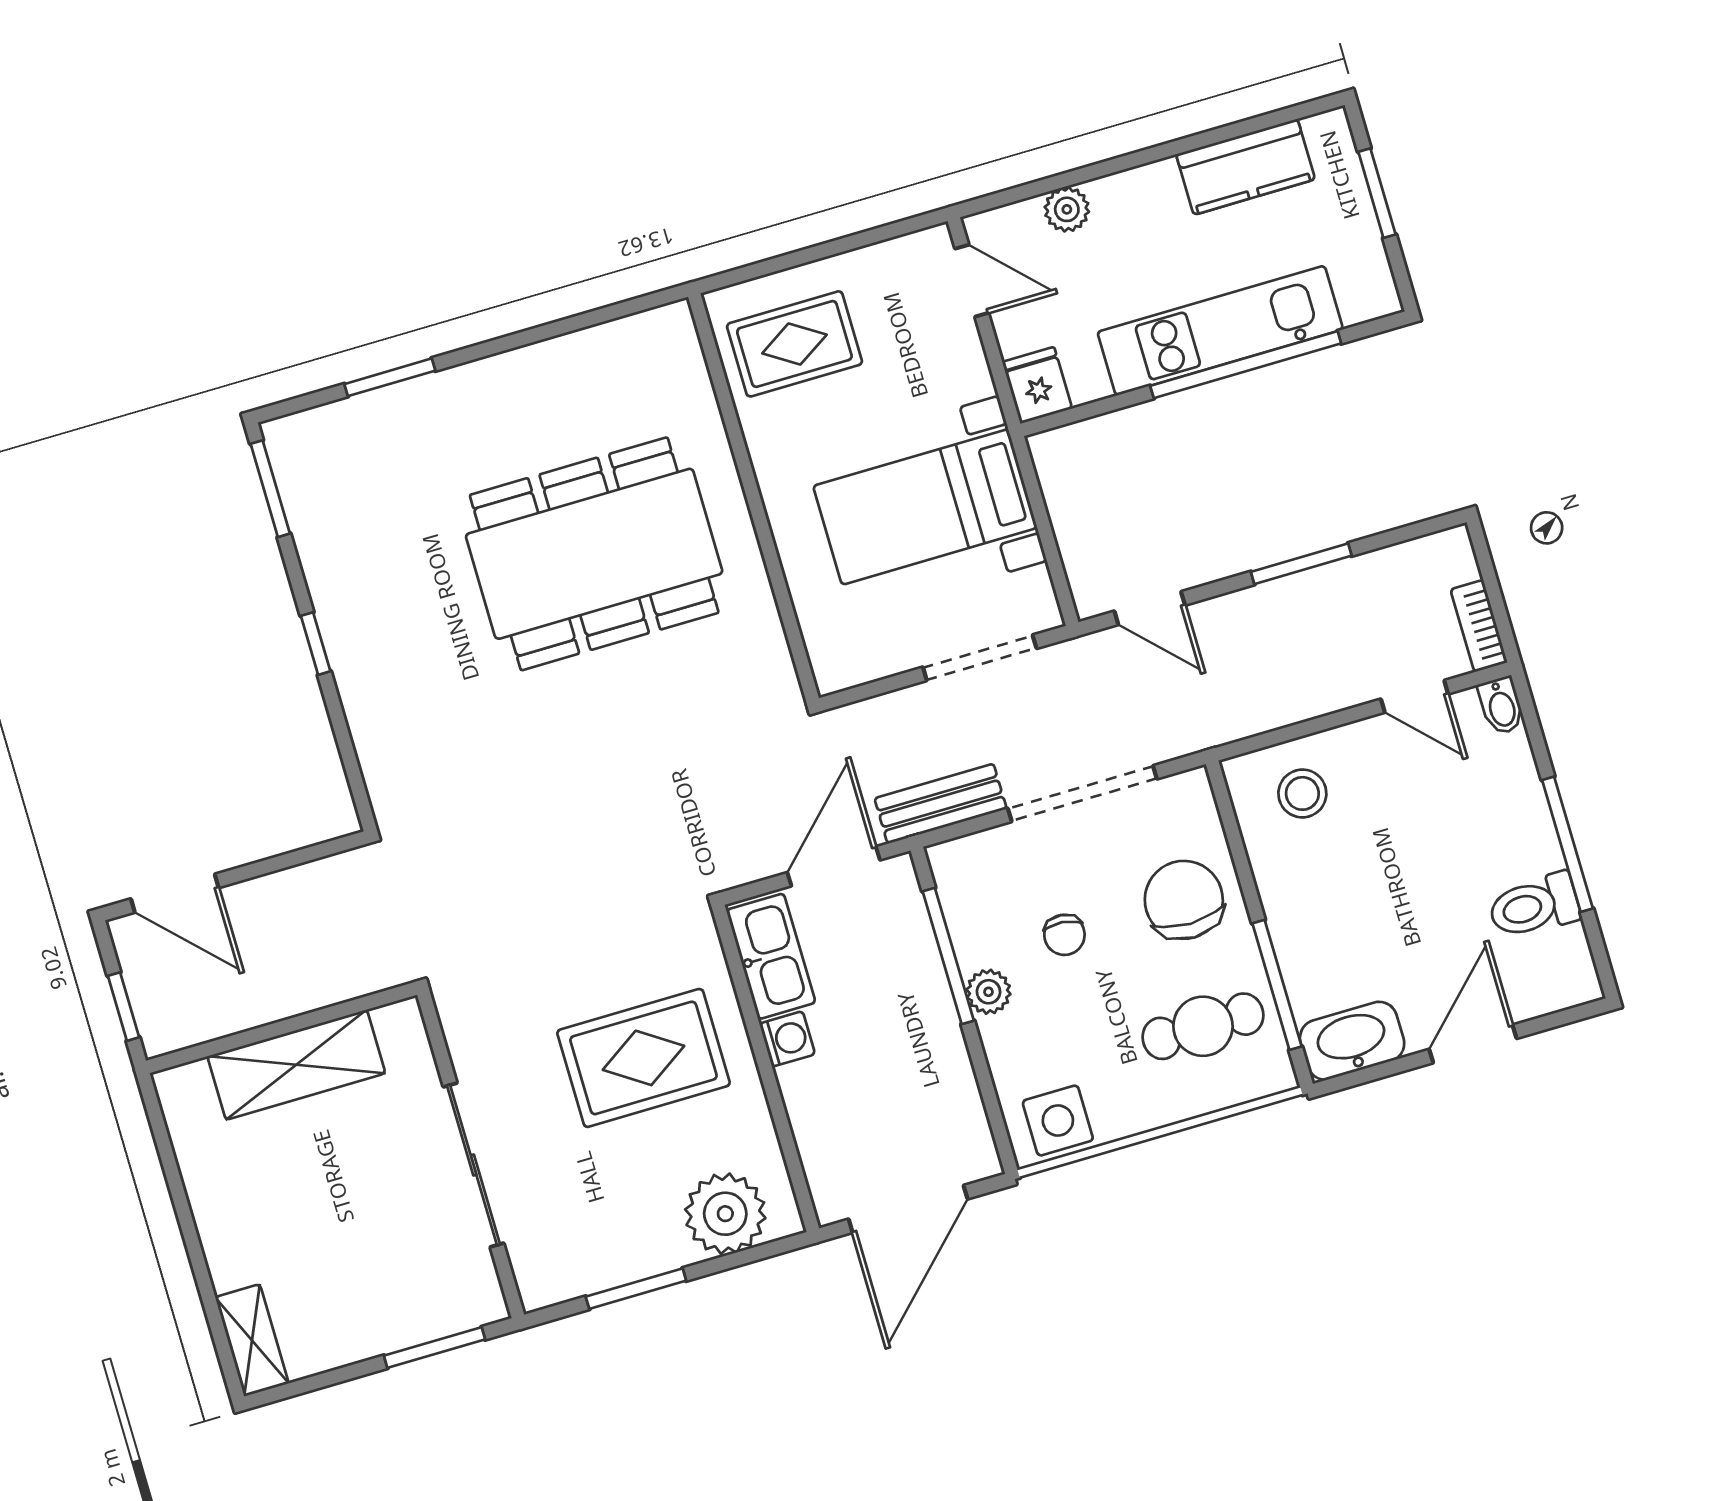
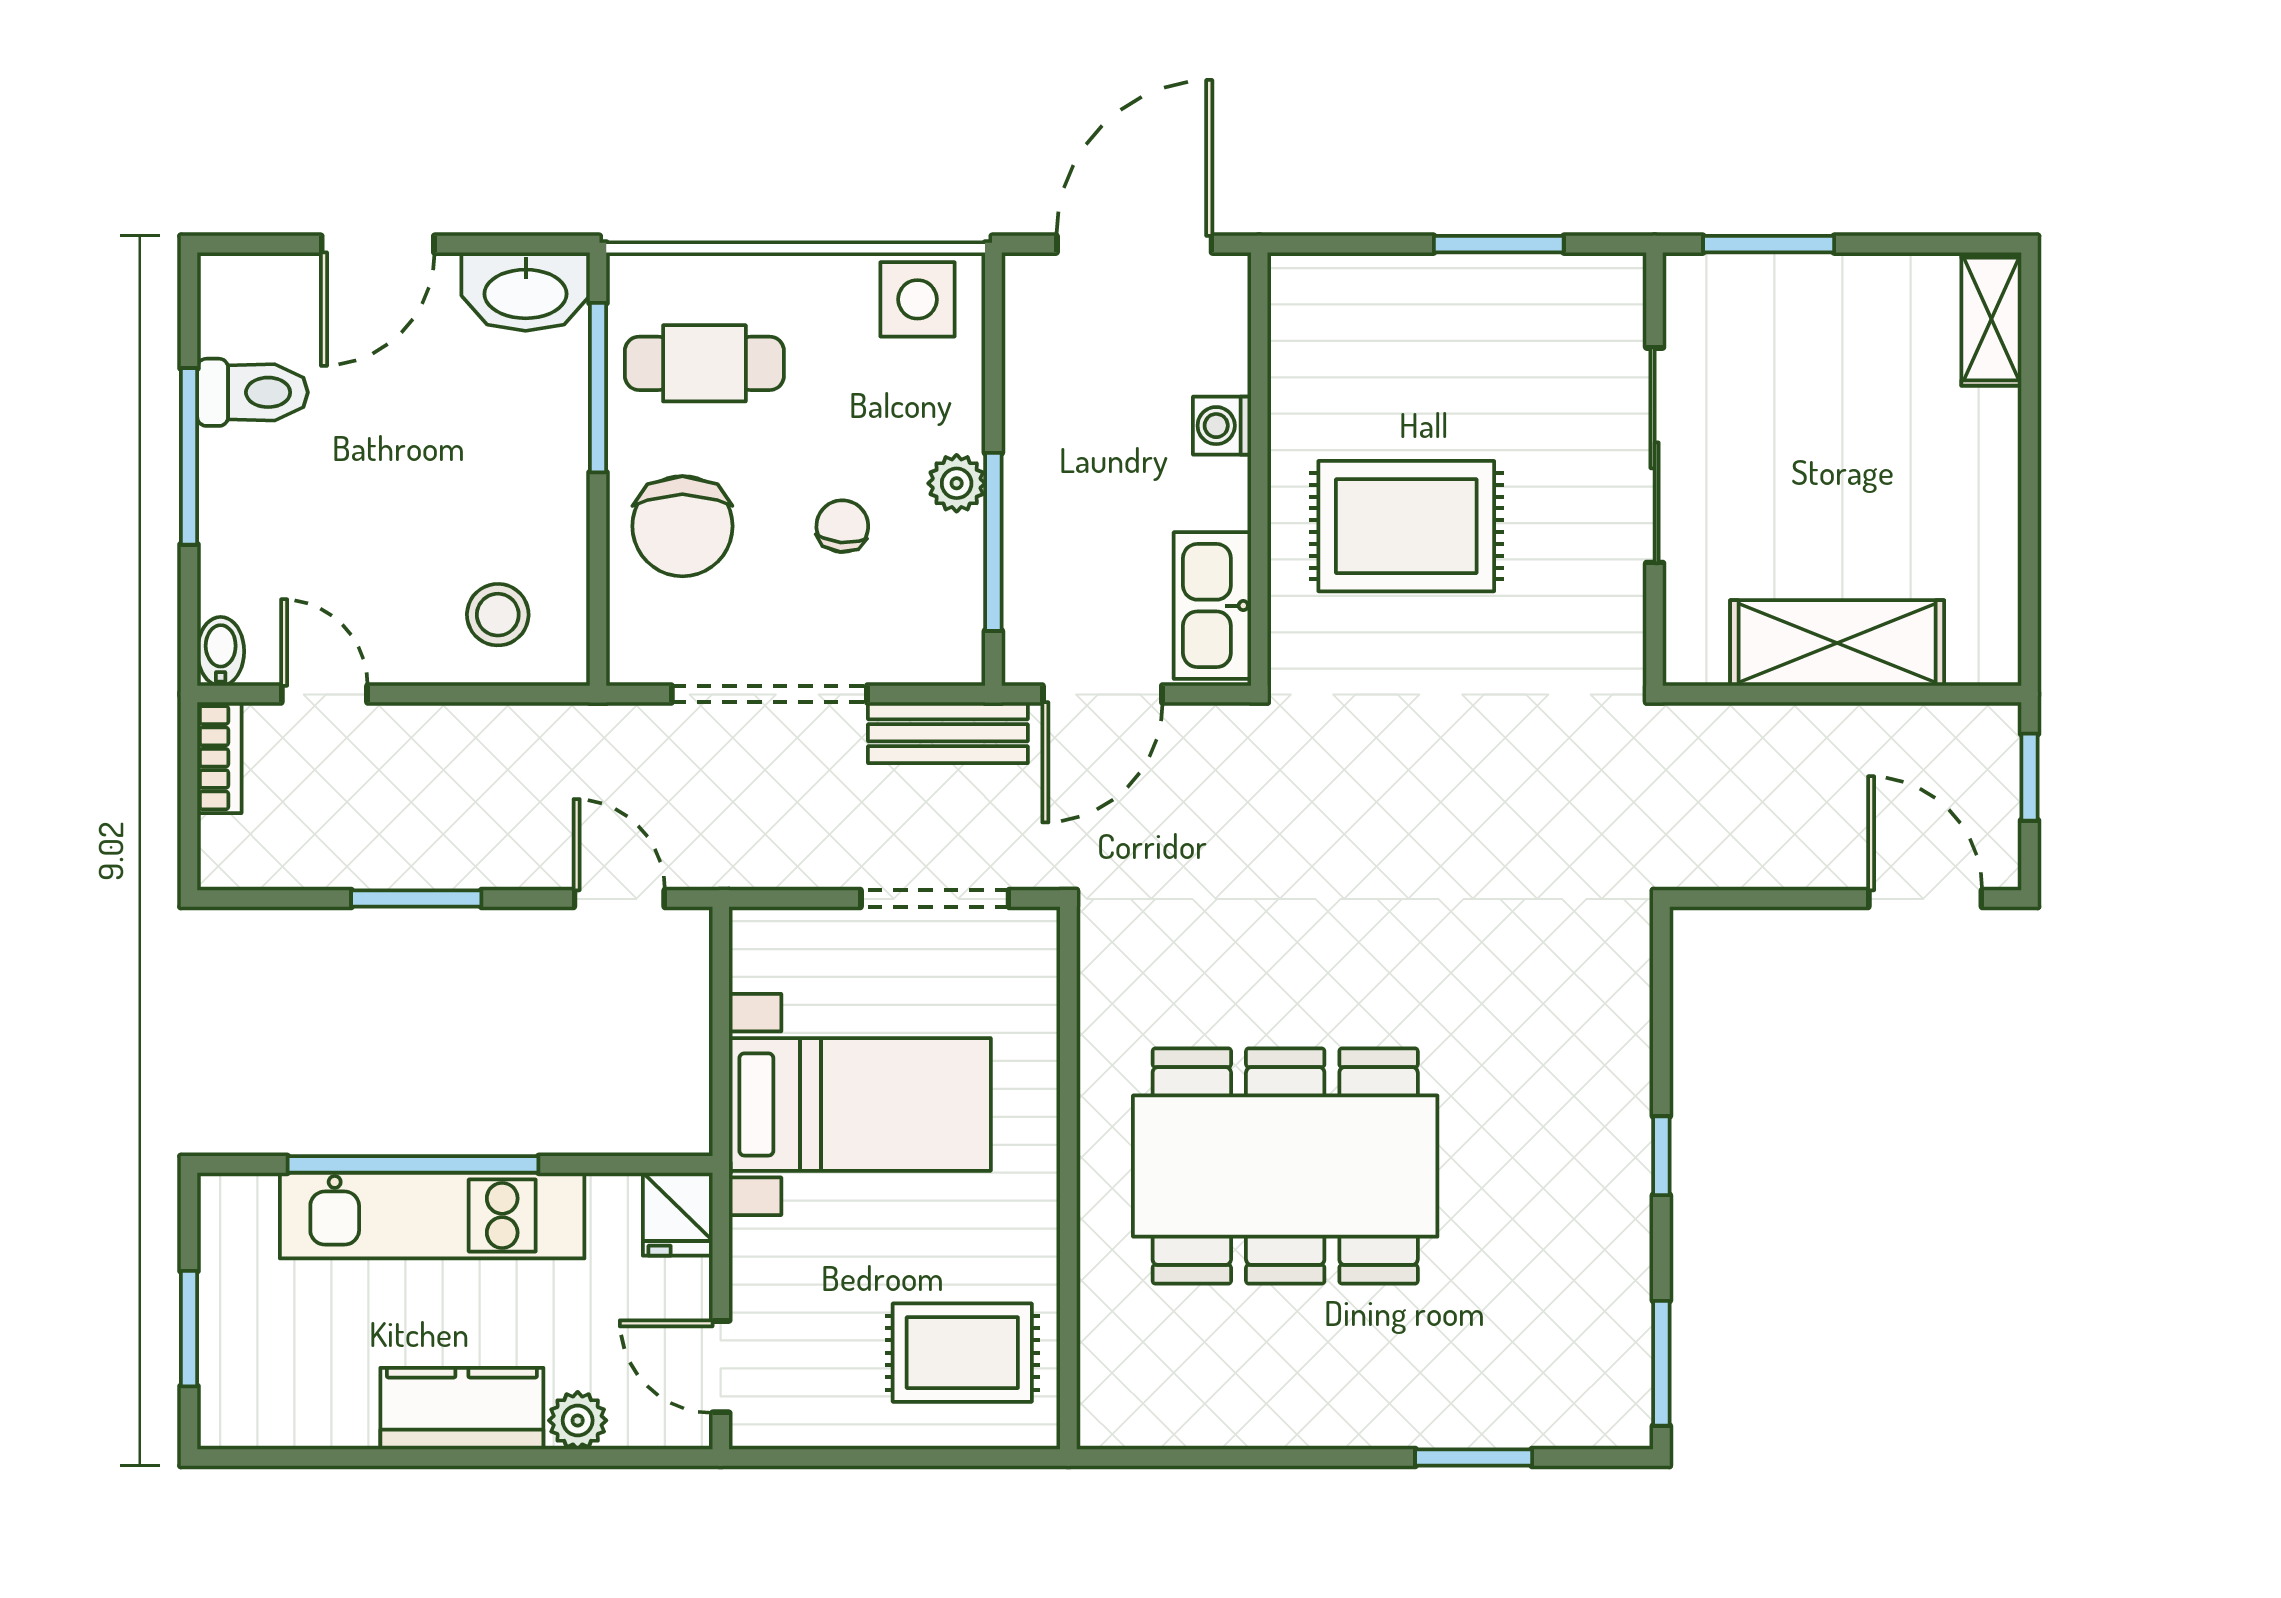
kitchen counter: (1246, 167) -> (462, 1409), moved
doorway: (980, 658) -> (935, 899), moved
washing machine: (787, 1039) -> (1222, 426), moved
plant: (725, 1214) -> (1361, 304), removed

